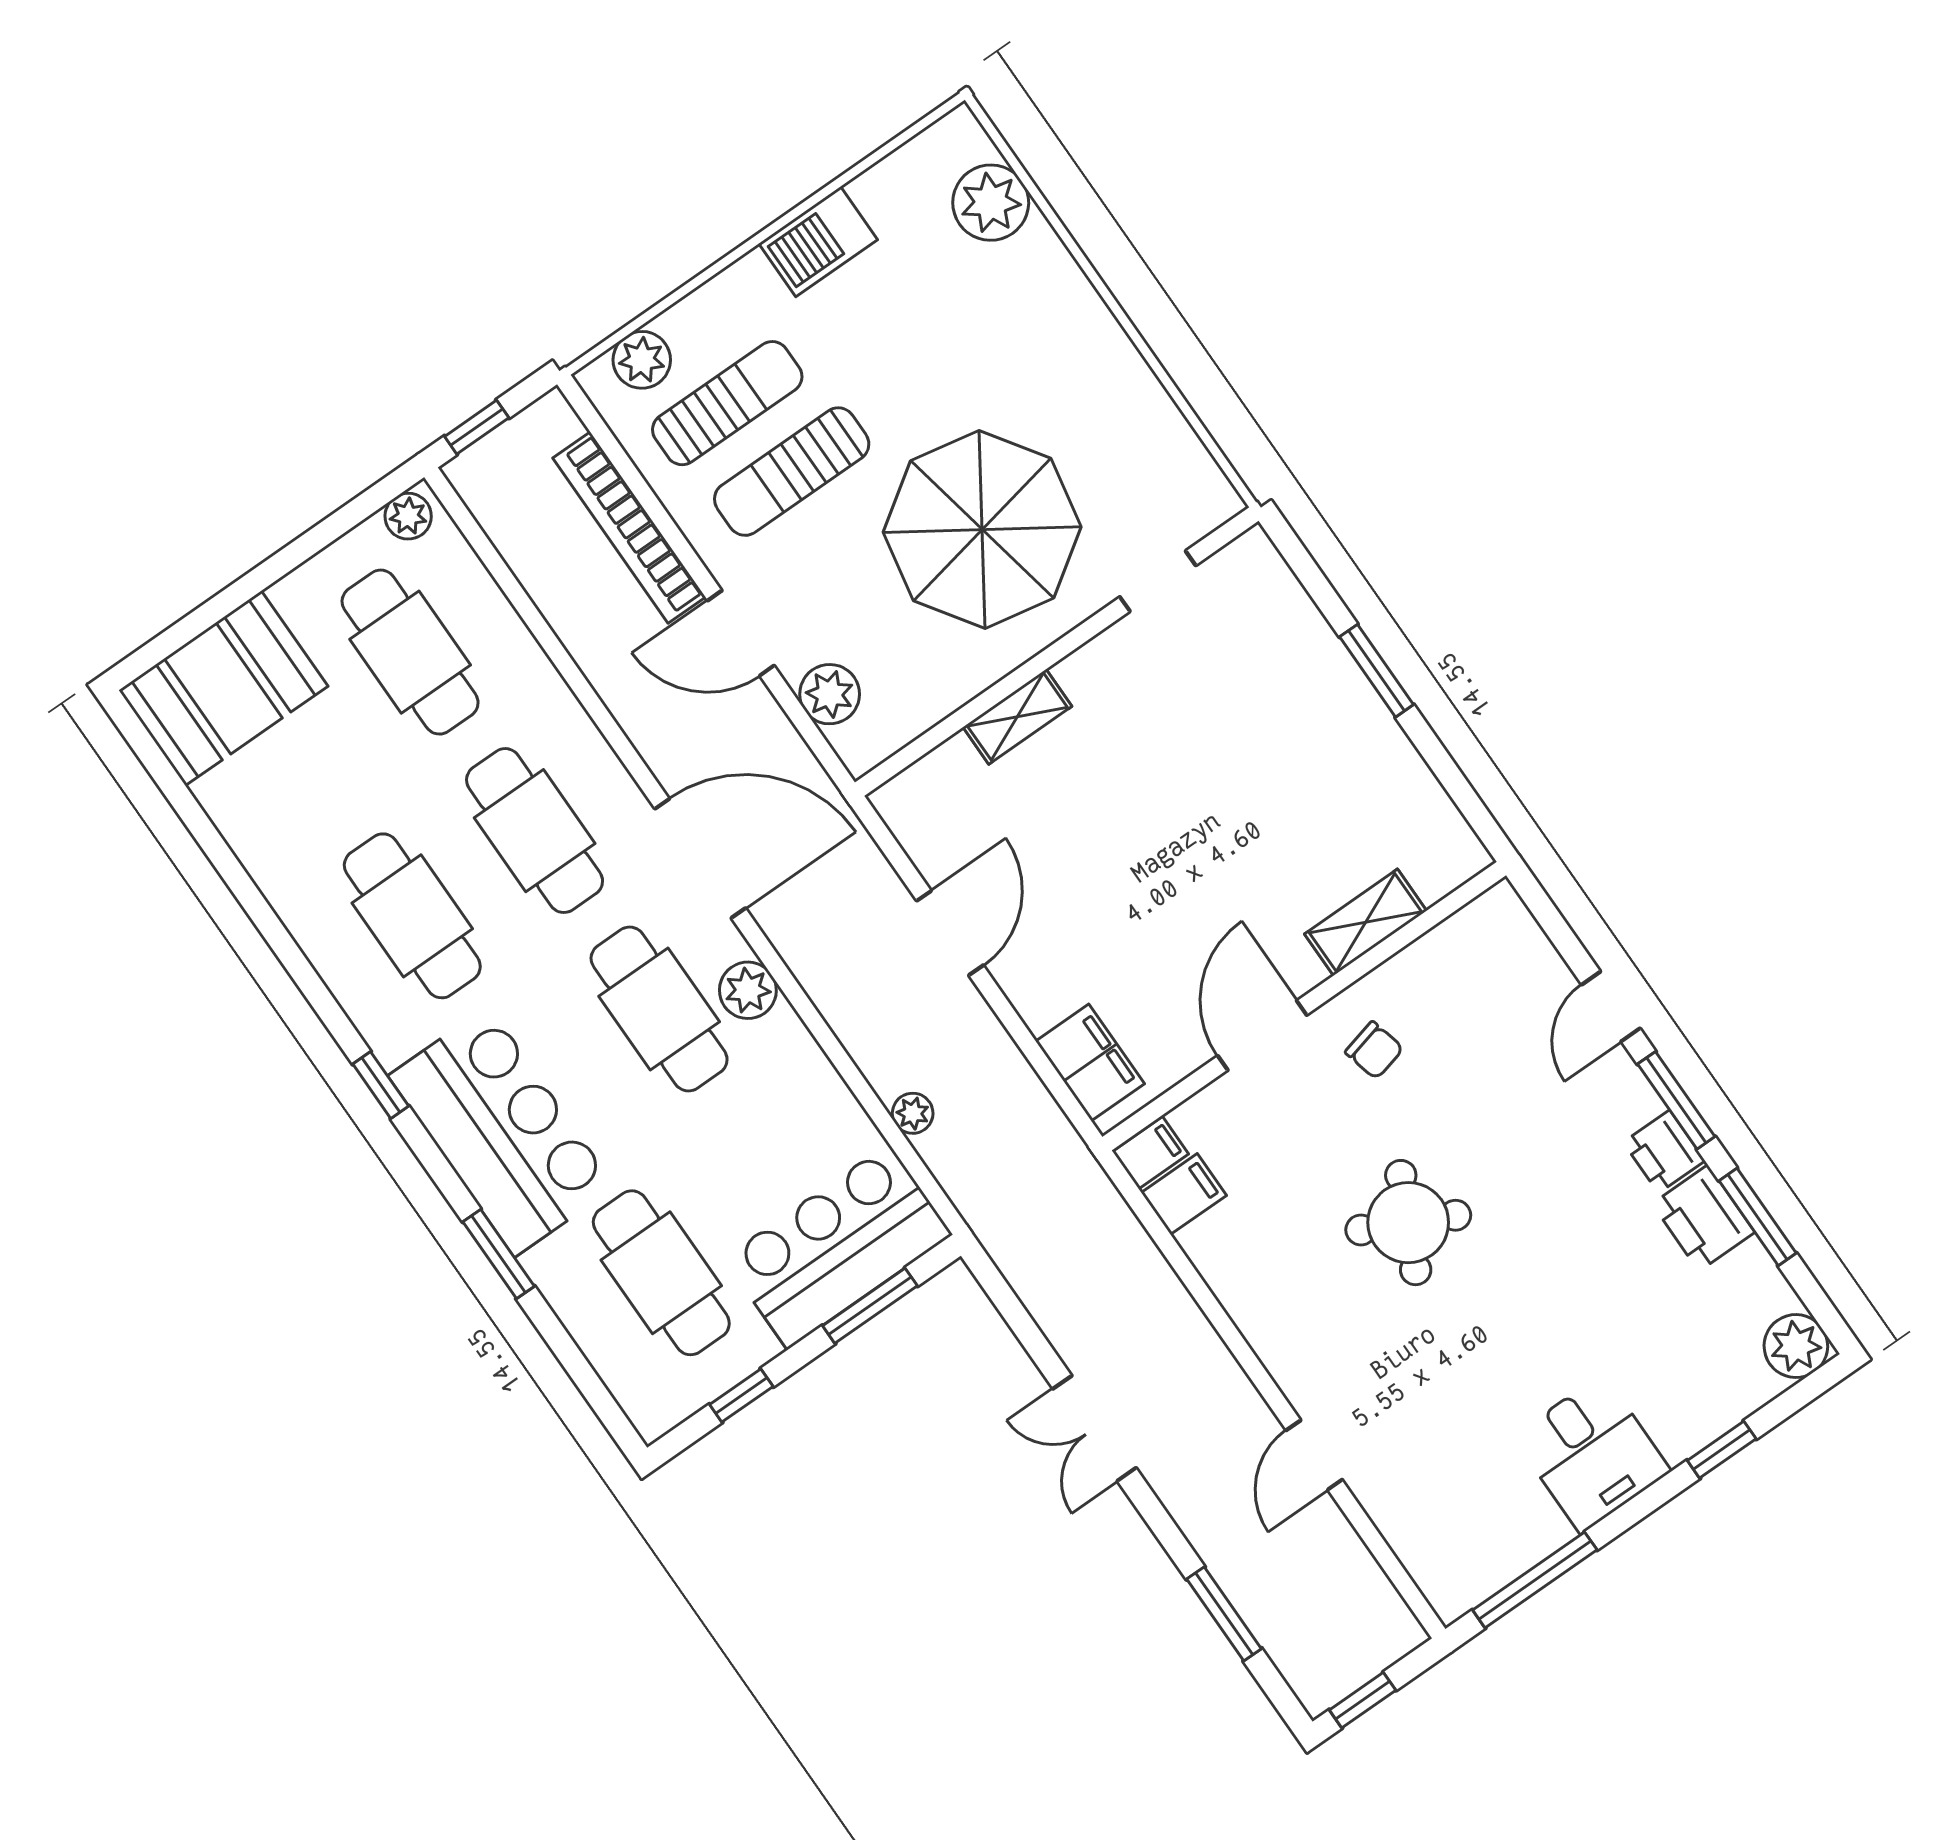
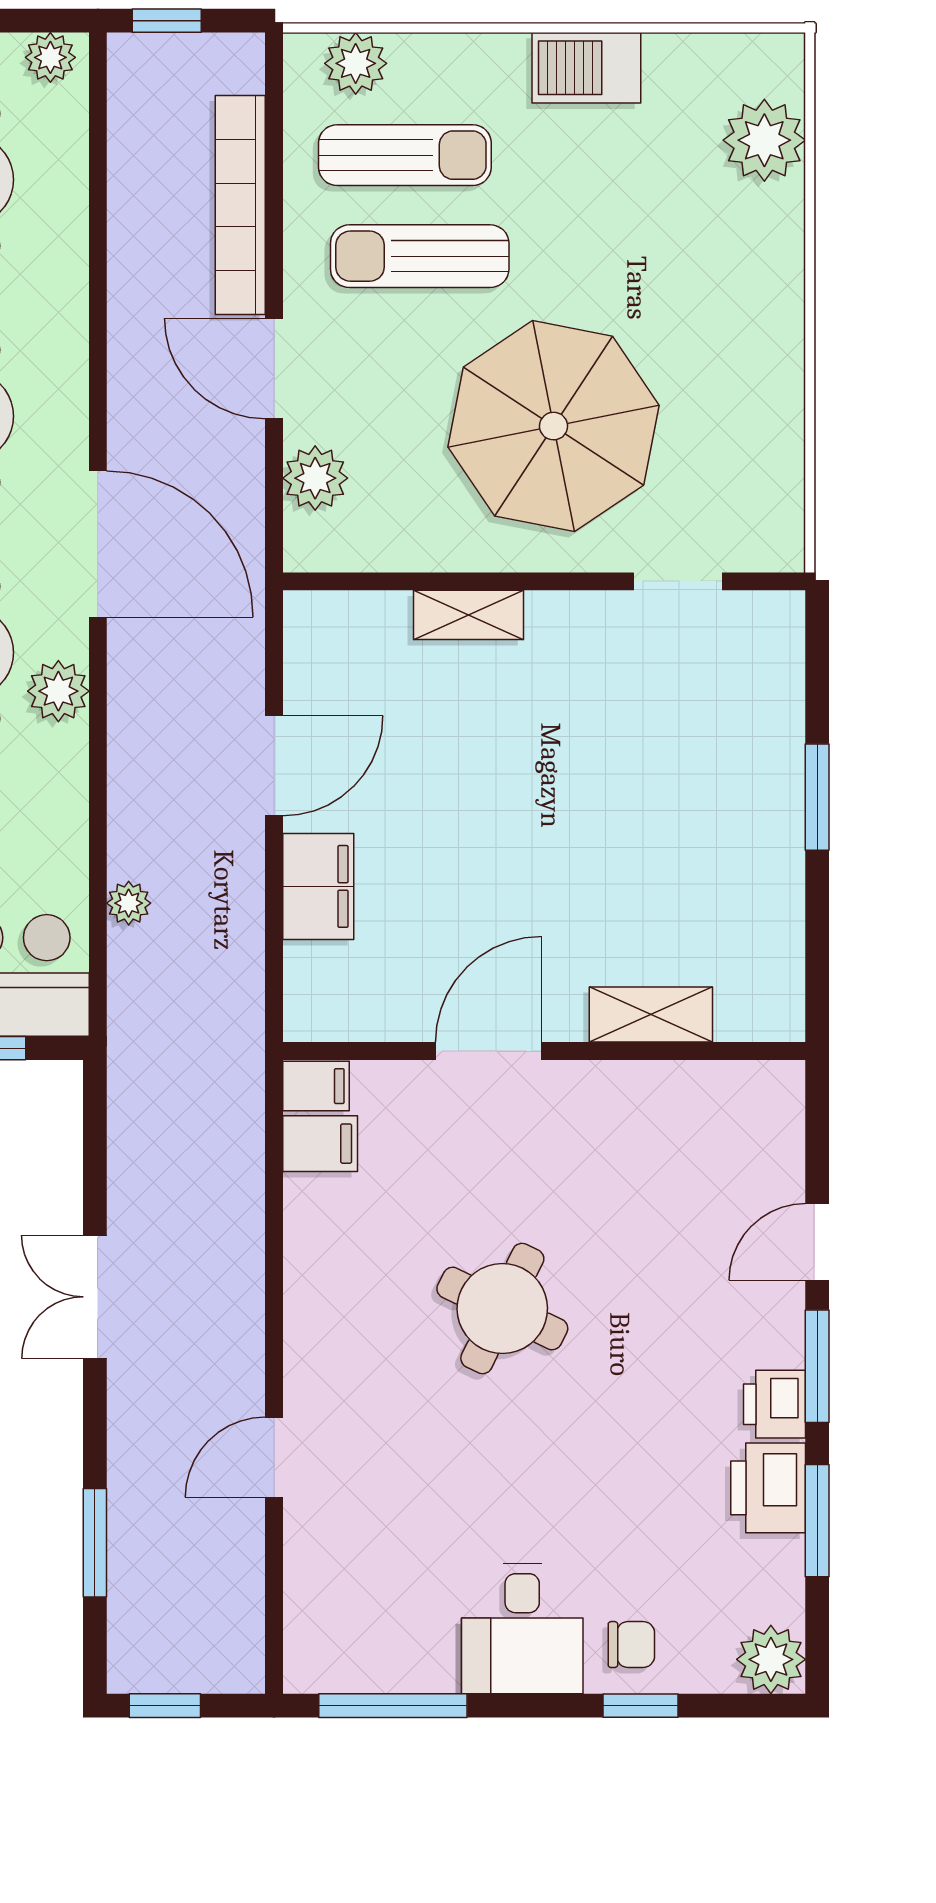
chair: (1374, 1050) -> (631, 1645), moved, turned -76
filing cabinet: (1090, 1063) -> (318, 886), moved

